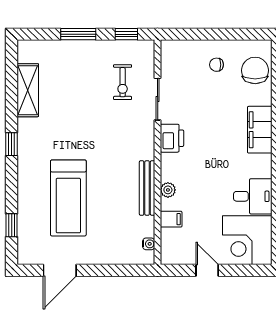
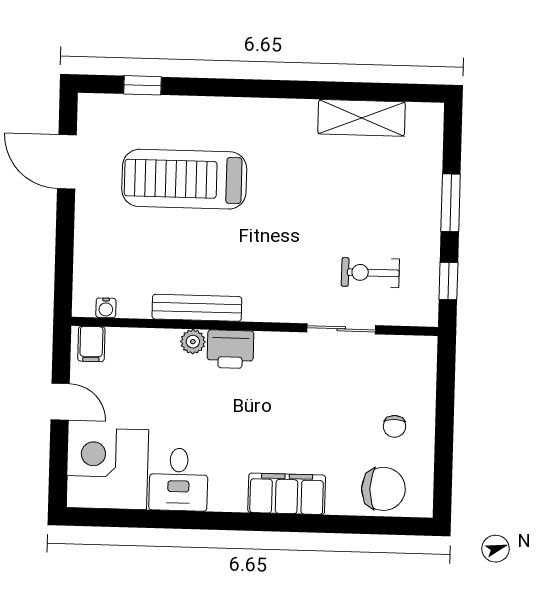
chair: (216, 65) -> (394, 426), turned 180
printer: (172, 138) -> (230, 349), moved
window: (12, 144) -> (275, 89), removed
filing cabinet: (171, 219) -> (91, 344), moved
door: (207, 270) -> (60, 402), hinge flipped

